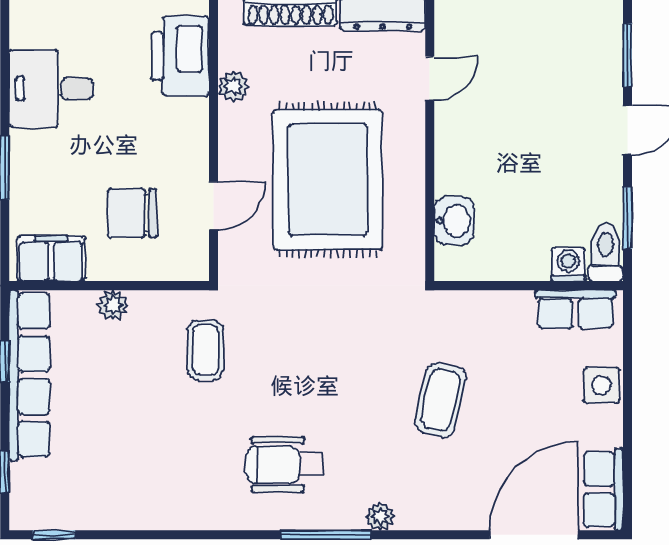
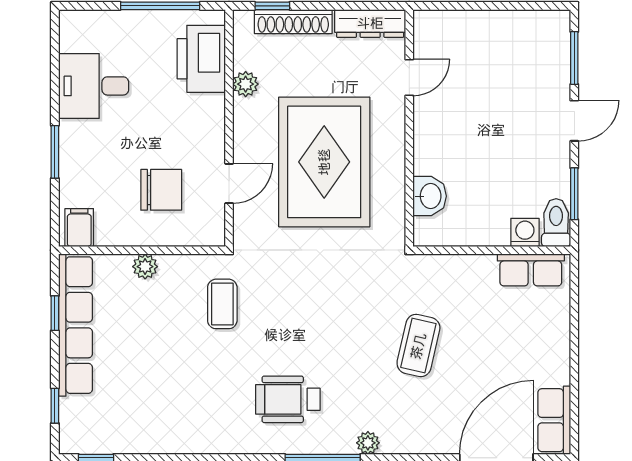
chair: (132, 213) -> (161, 190), turned 180
filing cabinet: (51, 258) -> (79, 228), width x0.50
side table: (602, 385) -> (553, 333), removed

